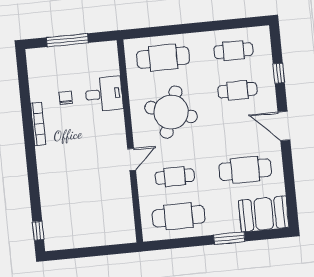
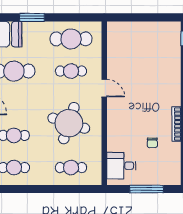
cafe table: (163, 58) -> (71, 168), width x0.73, depth x0.74
desk: (104, 94) -> (121, 166), moved
door: (132, 160) -> (104, 88), swing flipped

